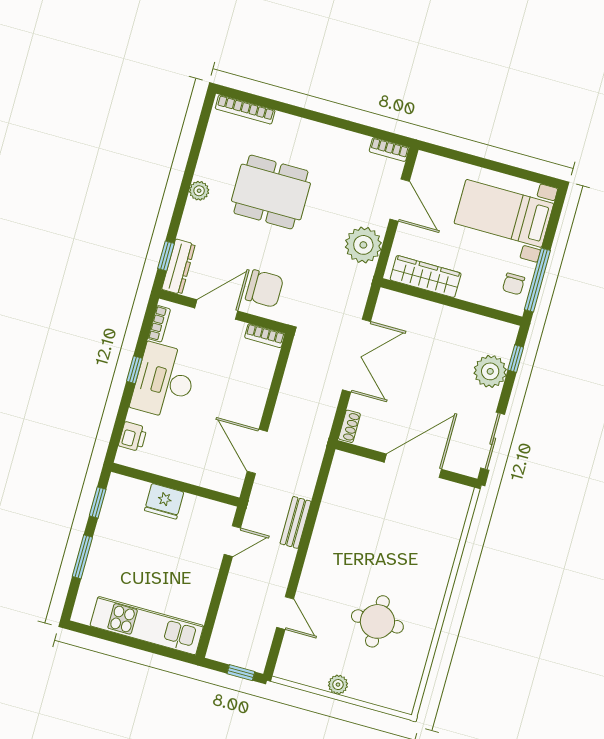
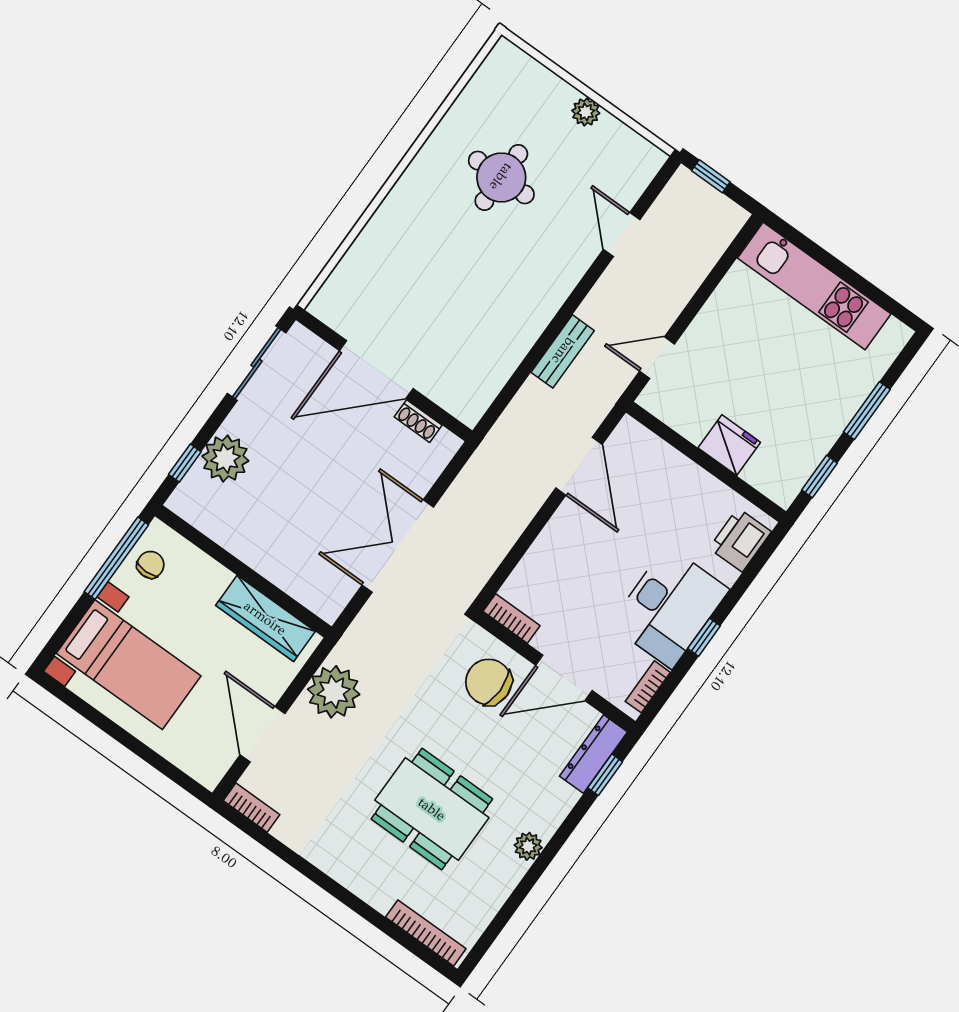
shoe rack: (349, 426) -> (418, 421), moved, turned -90
printer: (133, 437) -> (740, 540), width x1.36, depth x1.24

